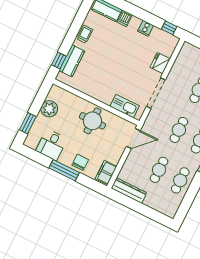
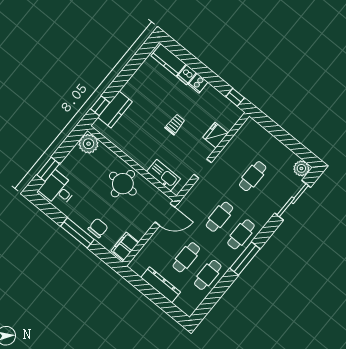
cooker: (146, 28) -> (198, 83), moved
trolley: (85, 34) -> (175, 124), moved
doorway: (156, 93) -> (203, 169), width x0.53
plant: (49, 109) -> (89, 144), moved
desk: (51, 145) -> (58, 189), moved, turned 90
dresser: (129, 191) -> (161, 285), moved

